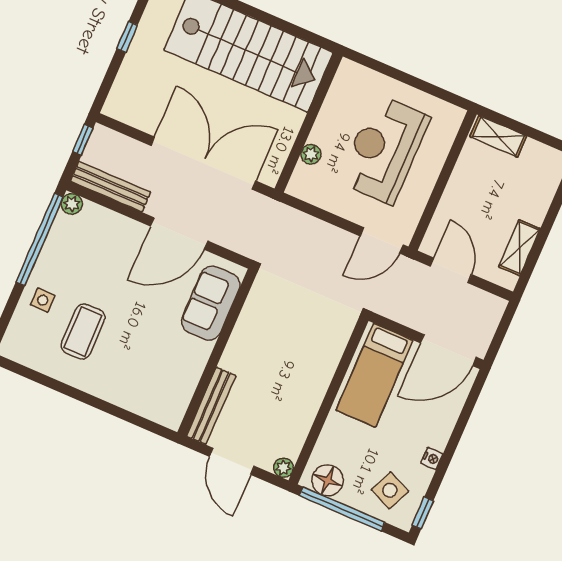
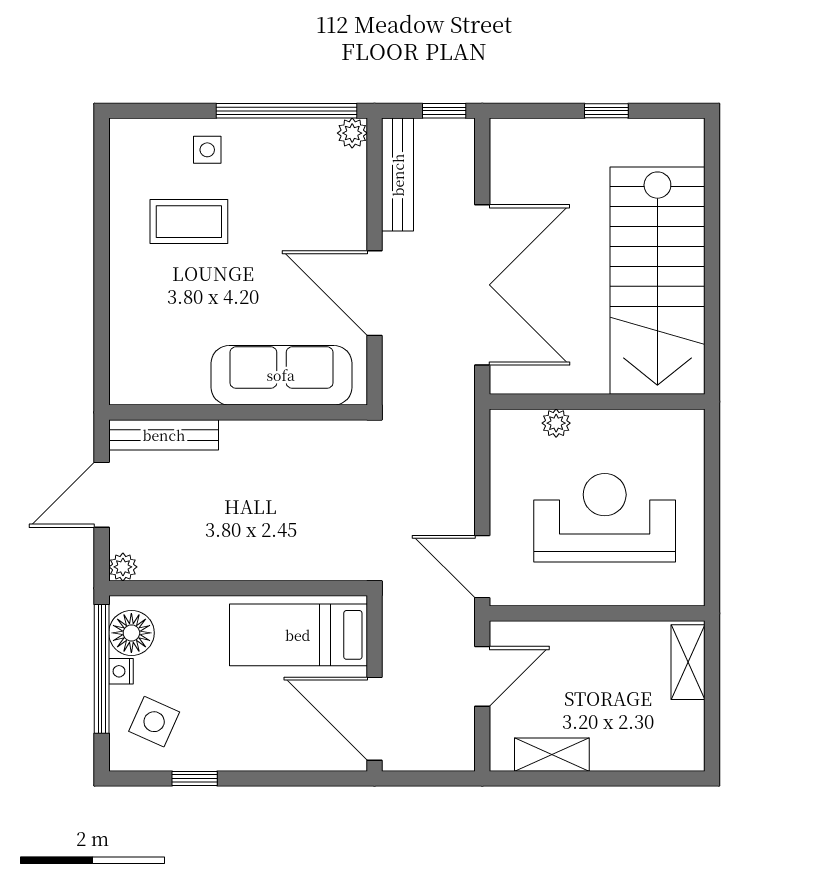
sofa: (211, 303) -> (281, 375), width x1.36
nightstand: (432, 458) -> (121, 671), moved, turned 90
window: (423, 513) -> (195, 779), moved

